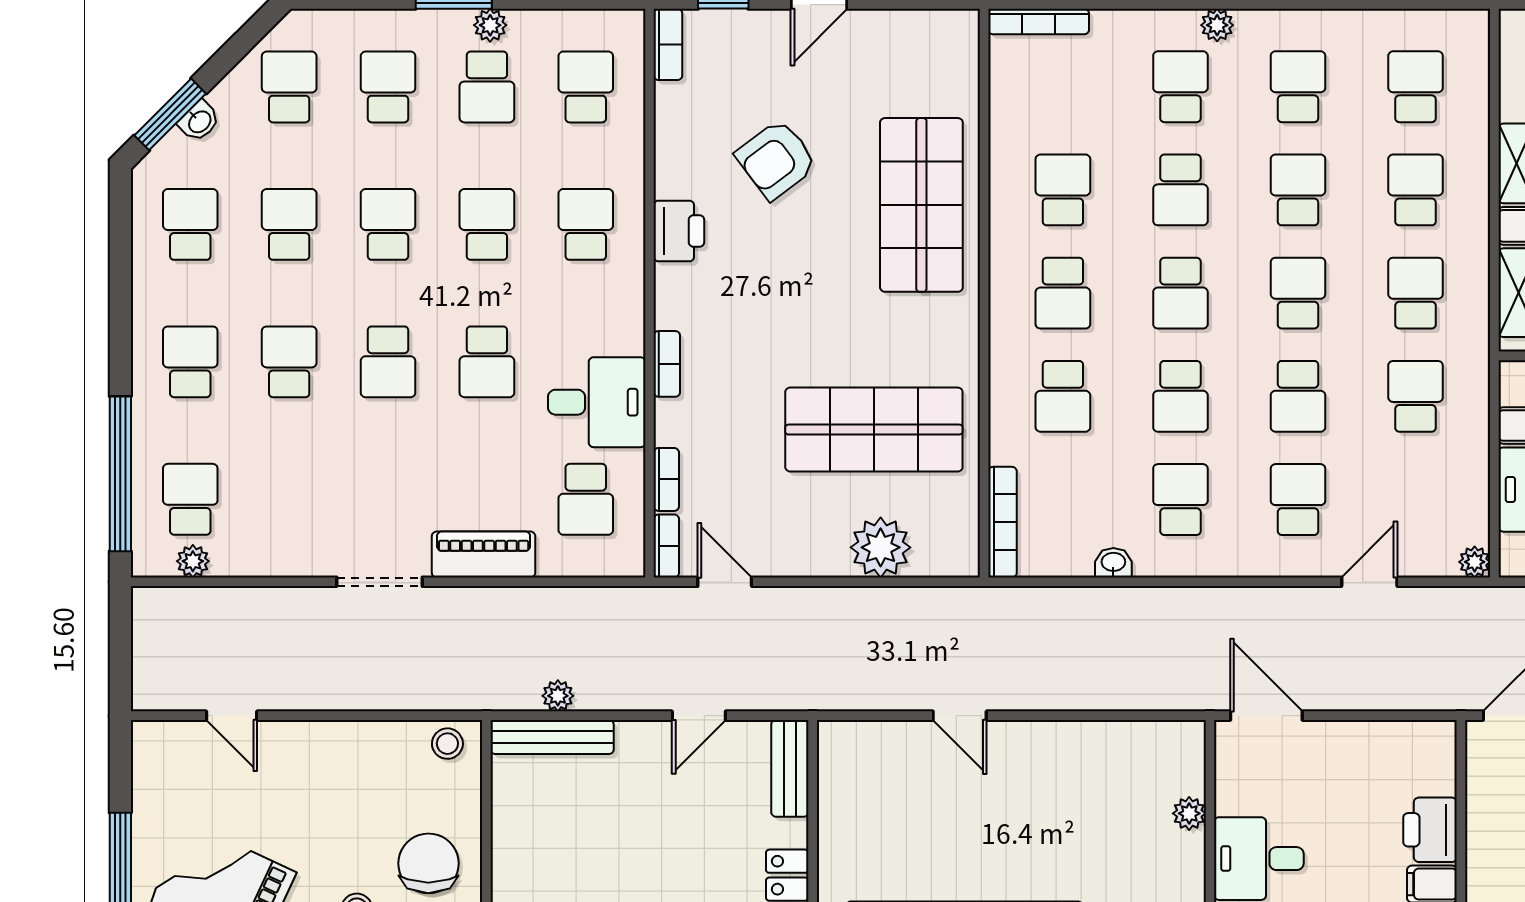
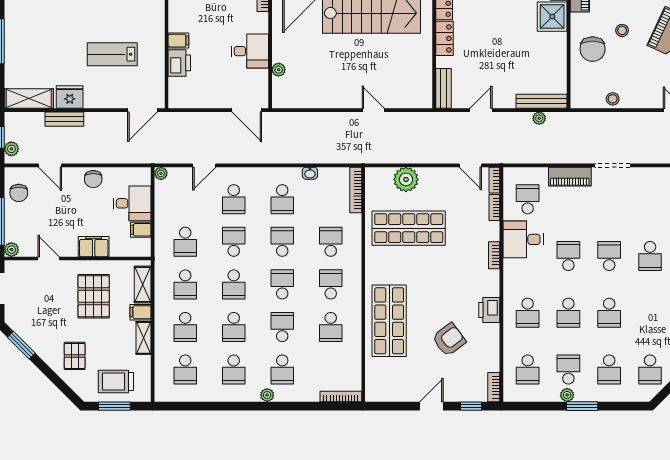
school desk: (289, 224) -> (650, 313), removed
stool: (447, 744) -> (613, 99), moved

